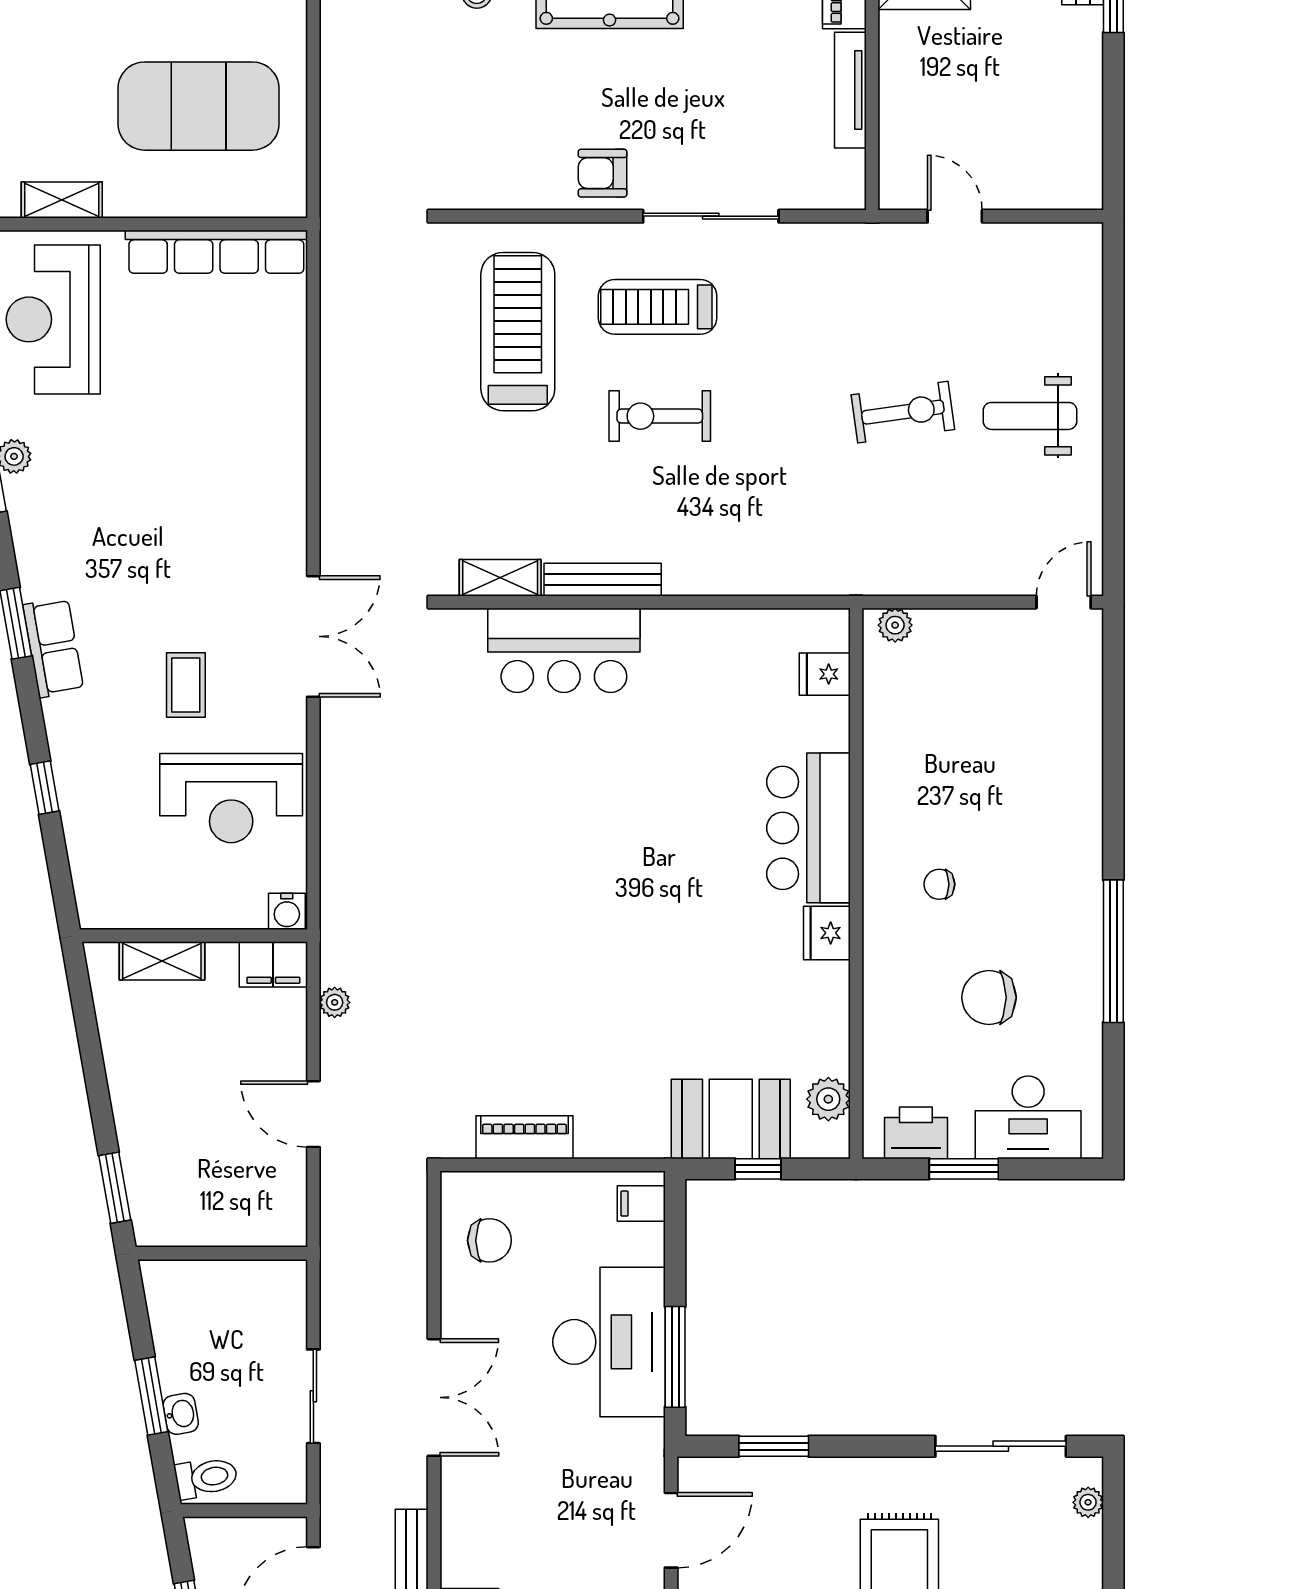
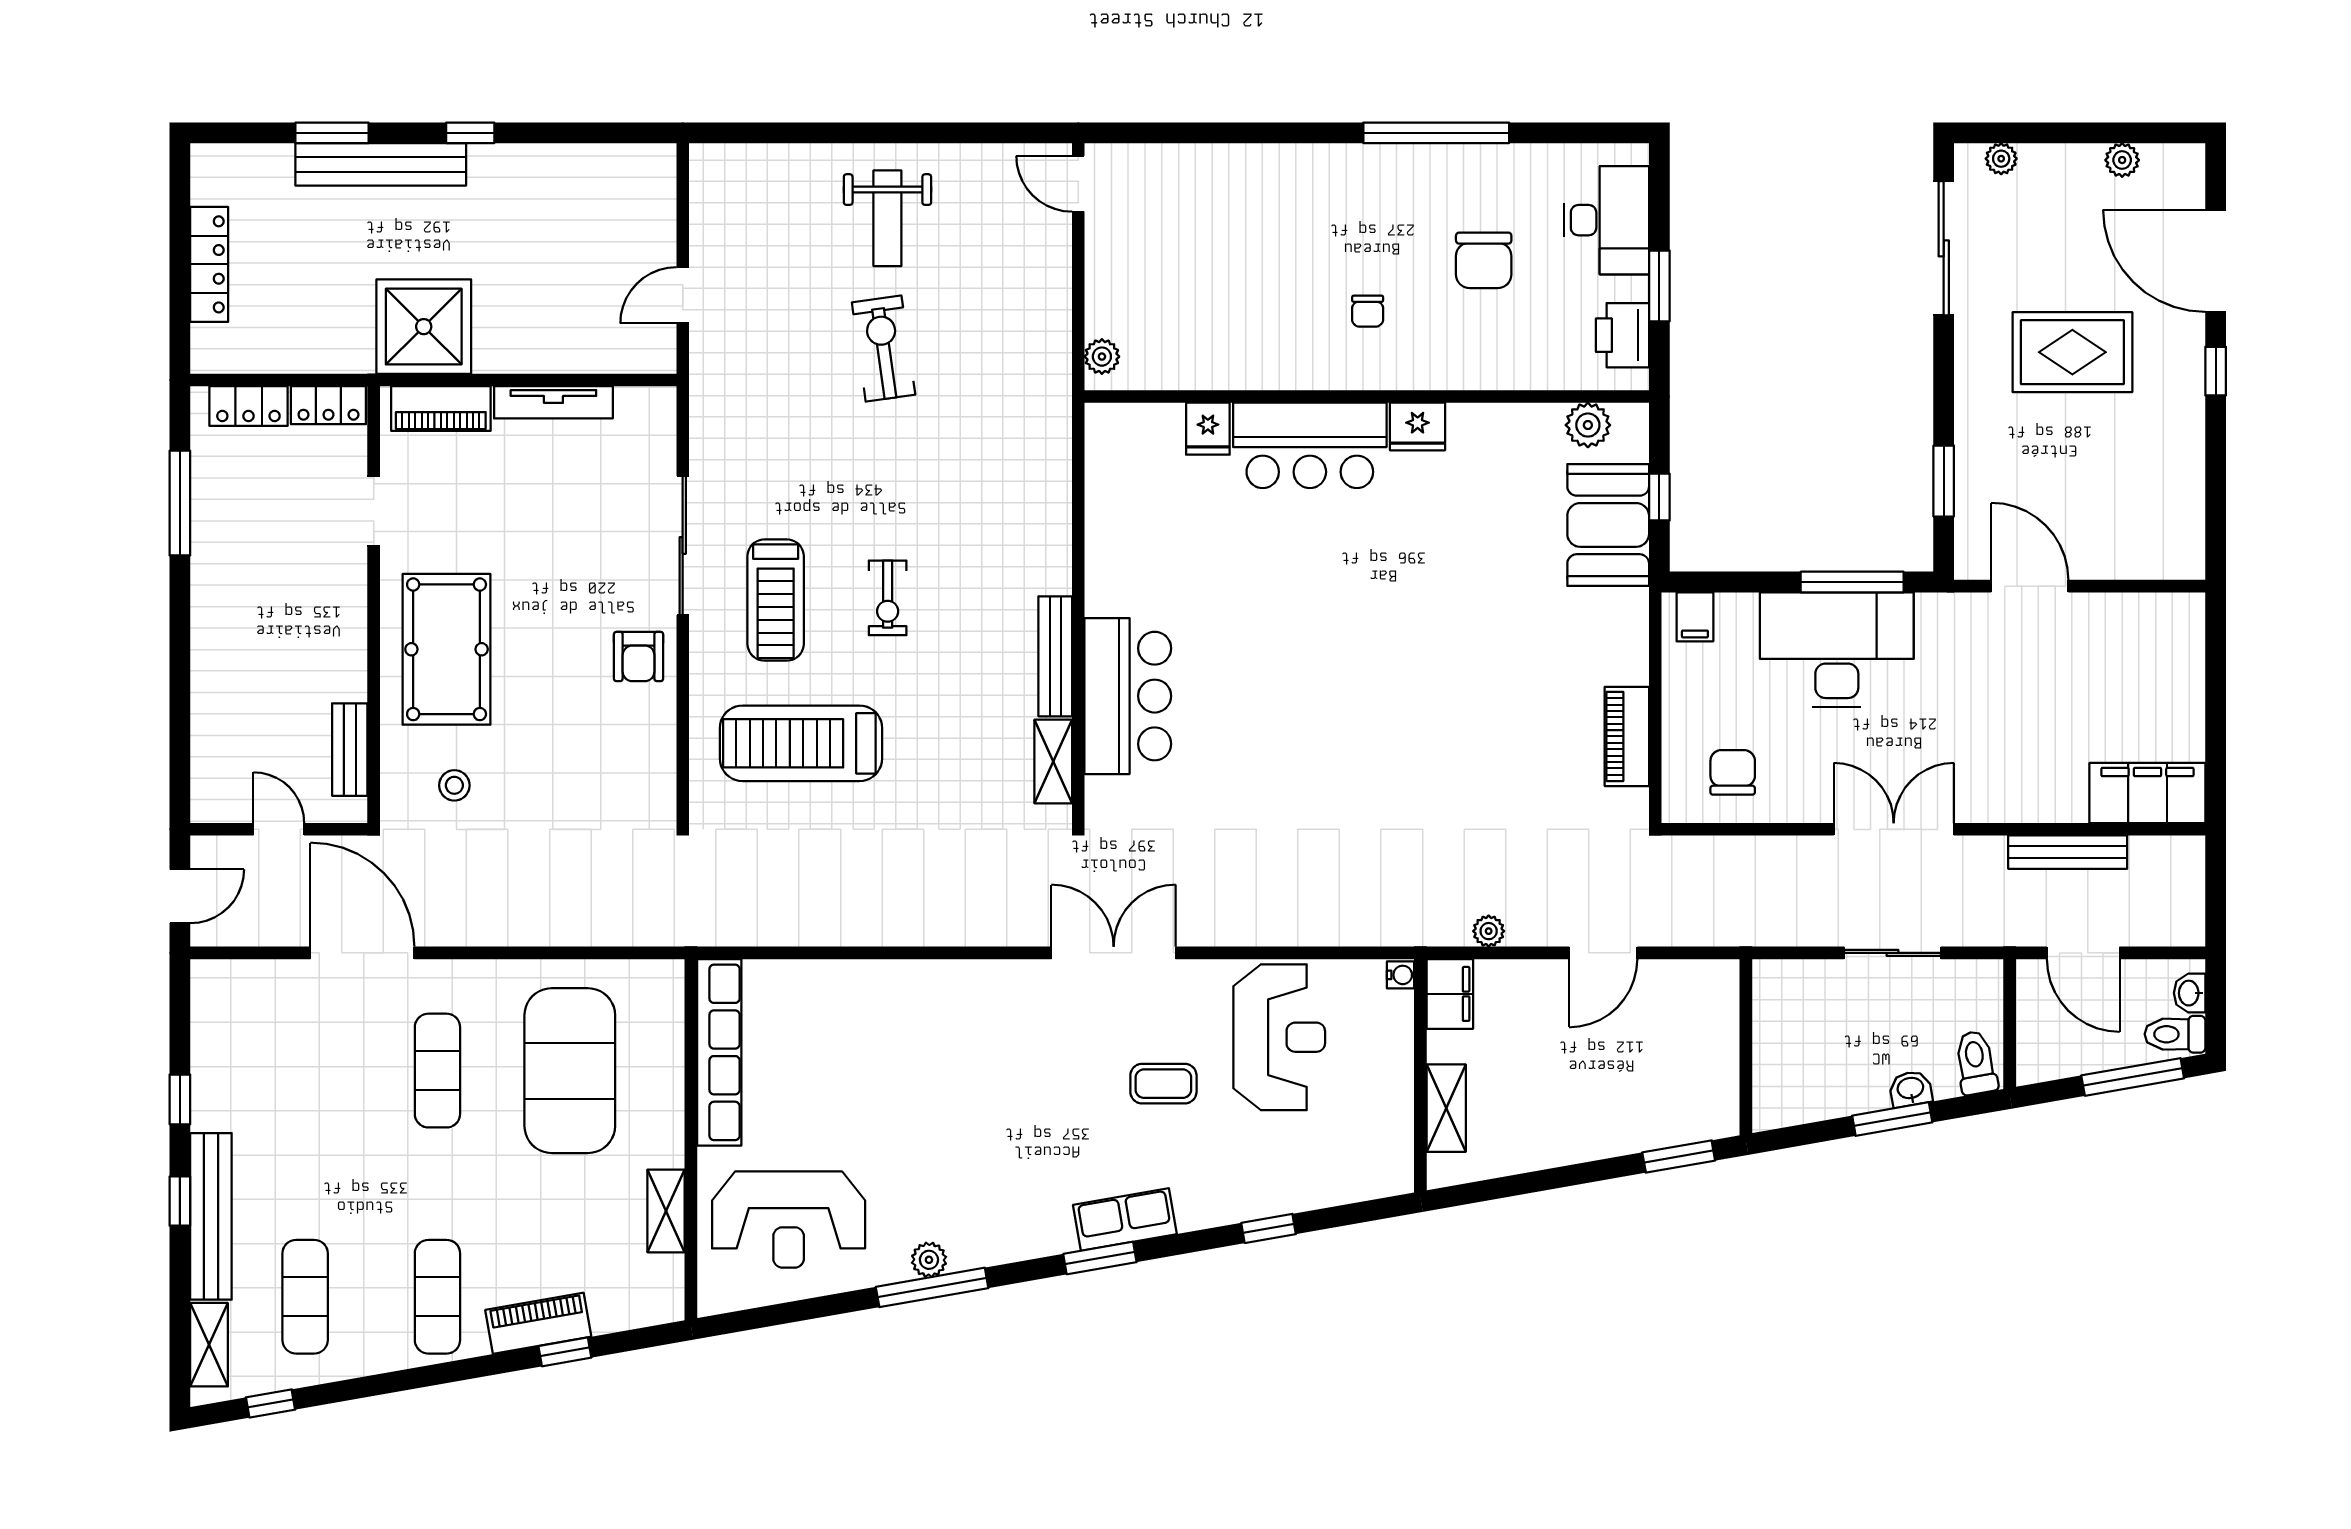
exercise bike: (660, 416) -> (888, 598), width x0.73, depth x0.72
fridge: (825, 674) -> (1208, 429), moved
water cooler: (287, 911) -> (1401, 975), width x0.72, depth x0.72

